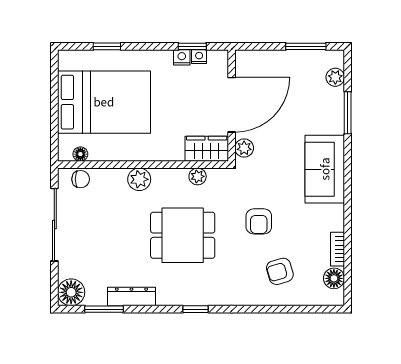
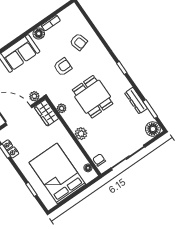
floor lamp: (334, 278) -> (39, 34), moved

